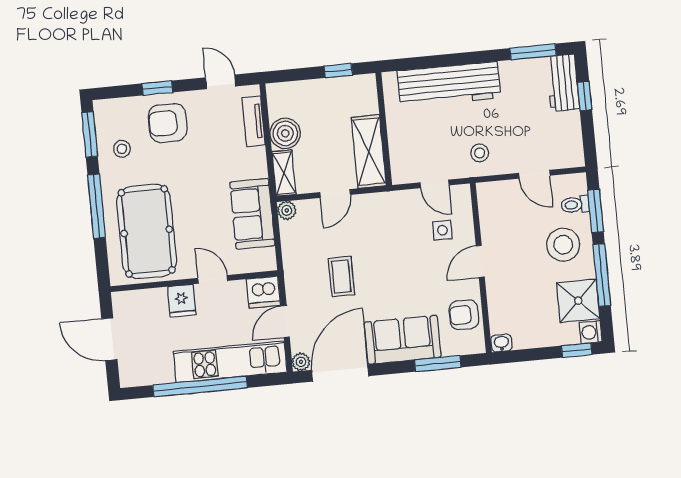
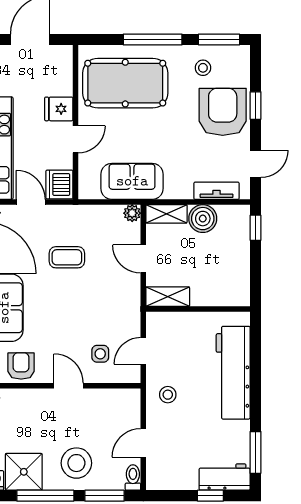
window: (338, 71) -> (256, 228), moved
armchair: (168, 123) -> (223, 112), width x1.36, depth x1.36
shelving: (369, 152) -> (168, 297), width x0.67, depth x0.75
toilet: (575, 205) -> (133, 477), moved

